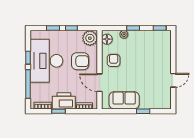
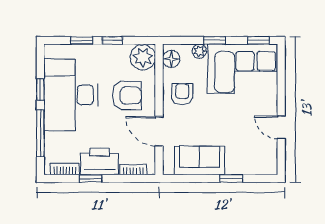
corner sofa: (150, 45) -> (243, 69), added
door: (173, 80) -> (281, 127), swing flipped

